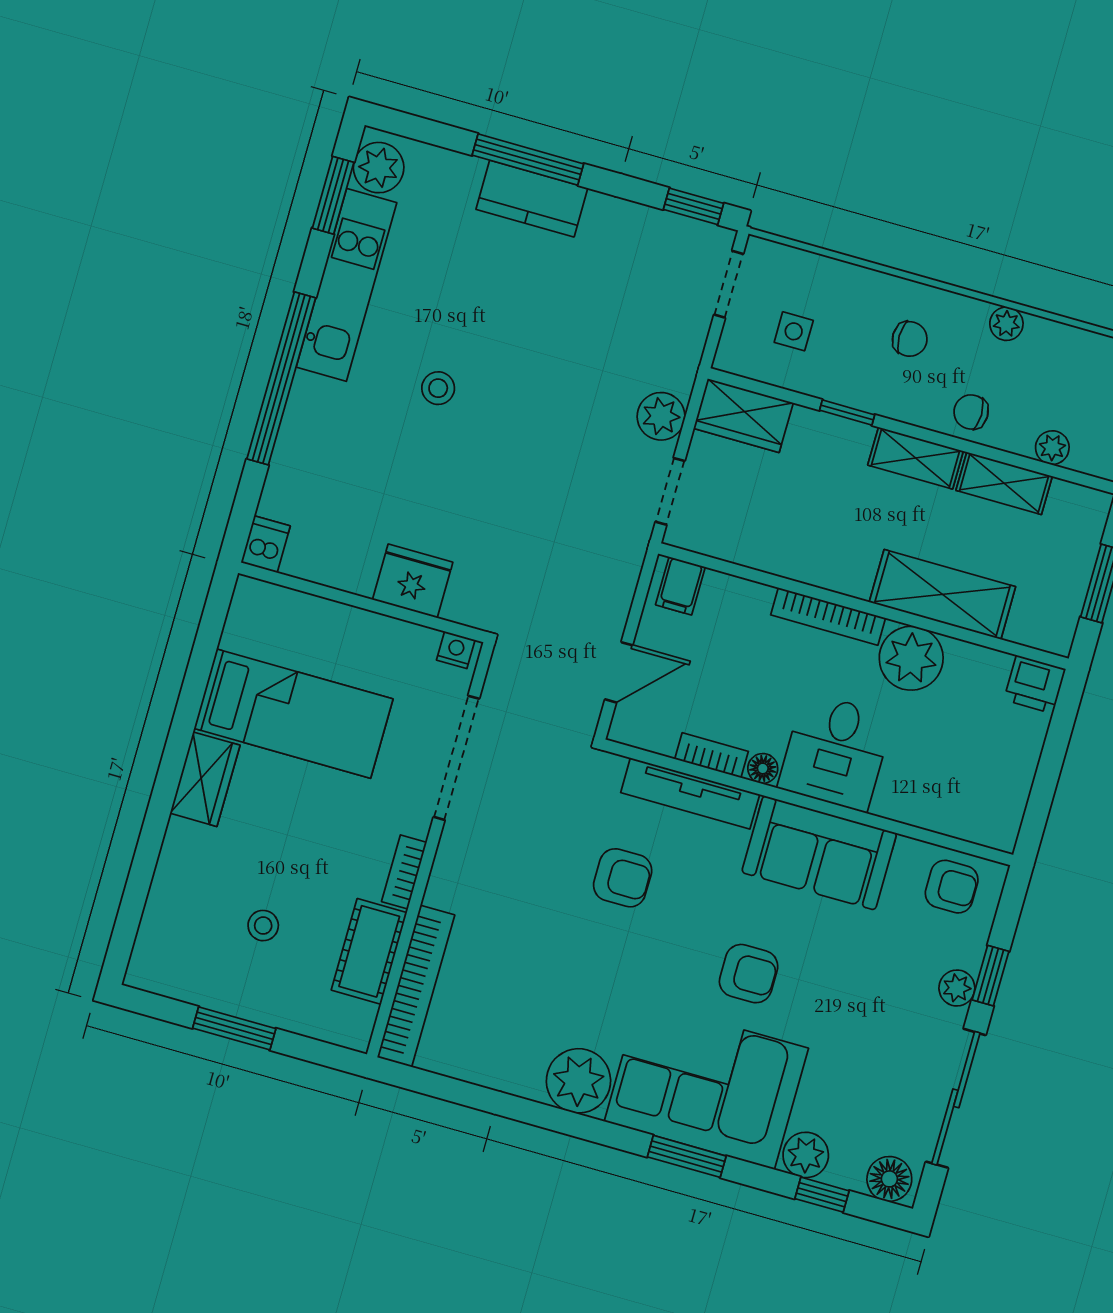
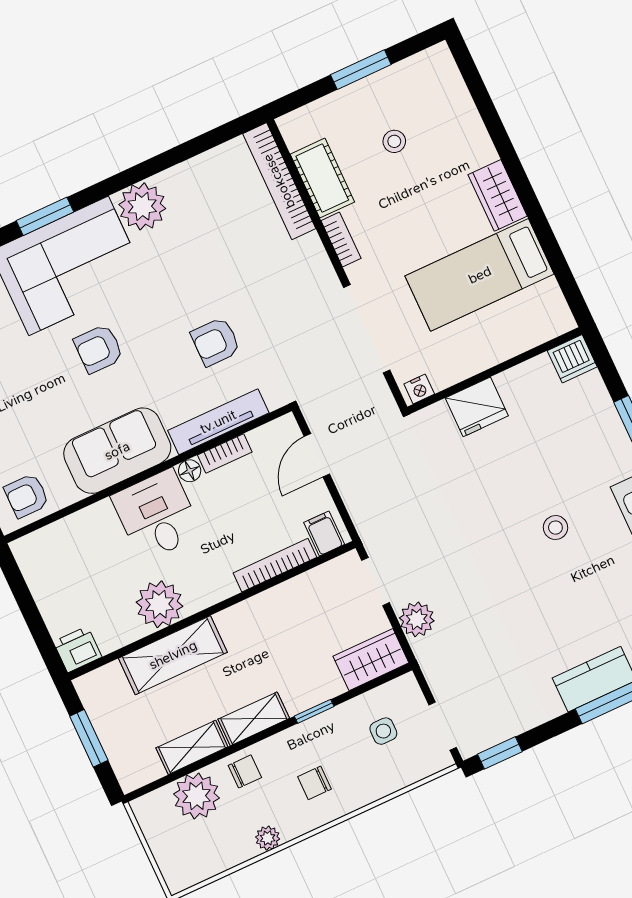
plant: (1052, 448) -> (196, 796), width x1.88, depth x1.88
dishwasher: (265, 544) -> (572, 359), width x1.38
bookcase: (828, 616) -> (275, 565), moved

